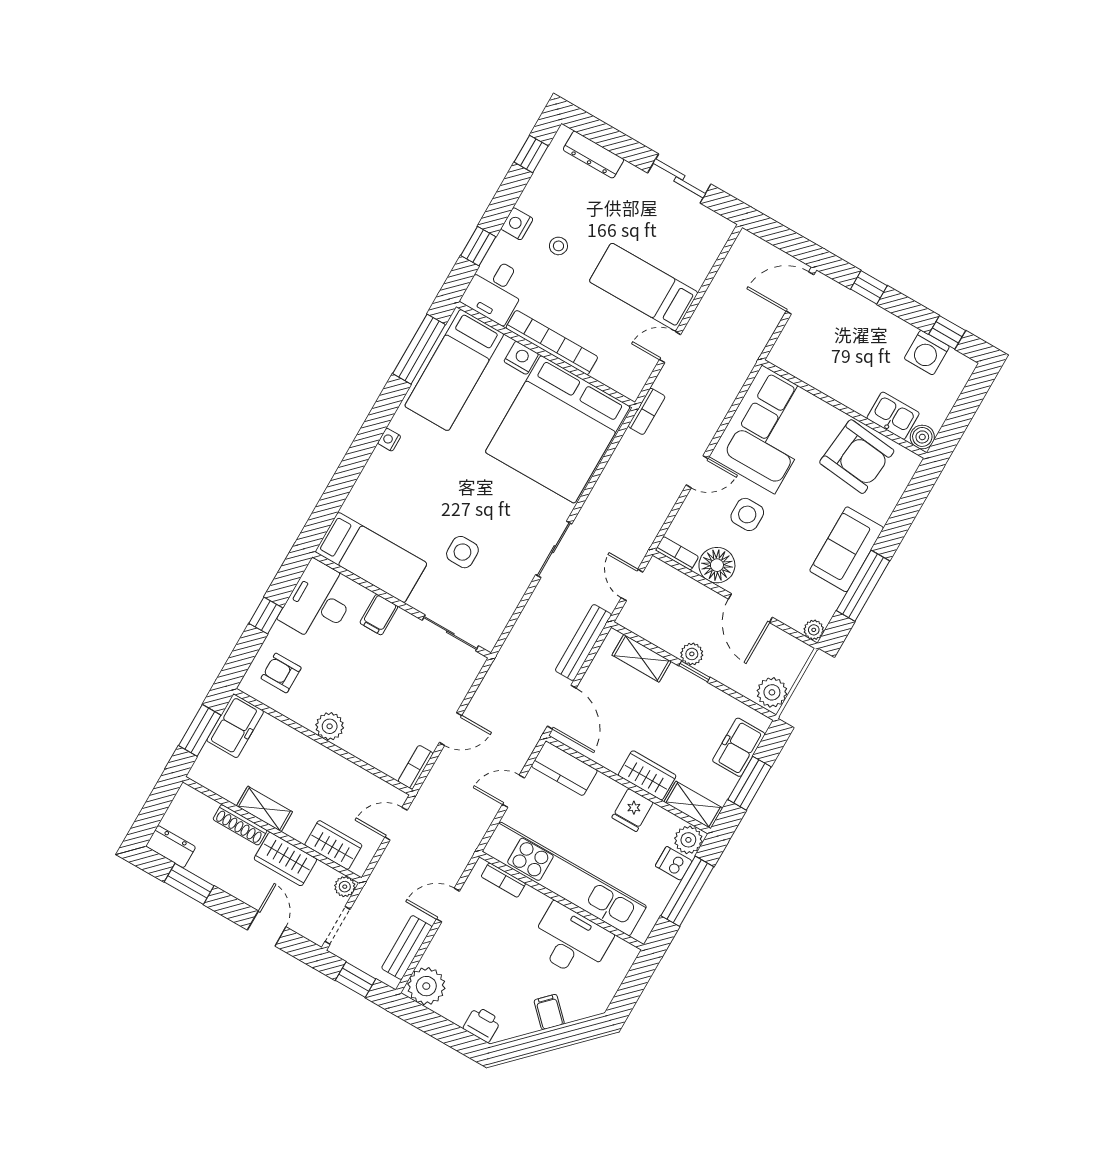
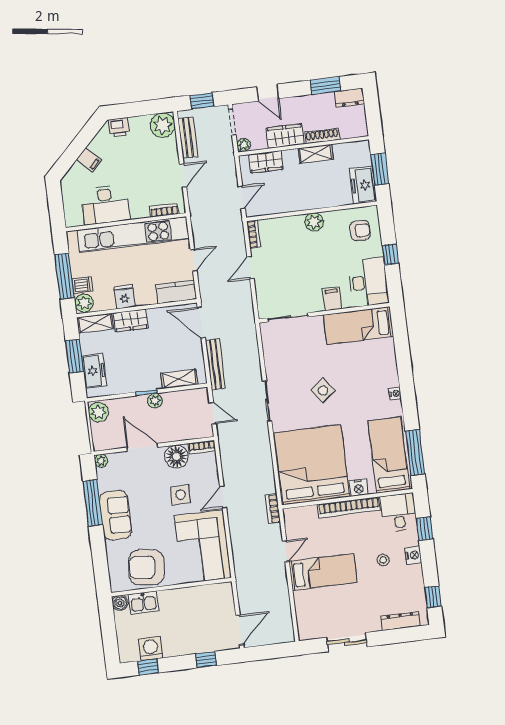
side table: (462, 552) -> (323, 390), moved, turned -38

